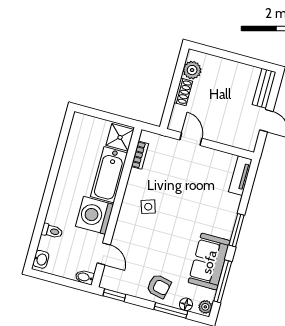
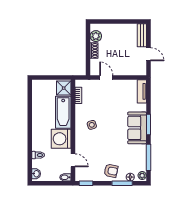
sofa: (209, 262) -> (137, 128), moved

